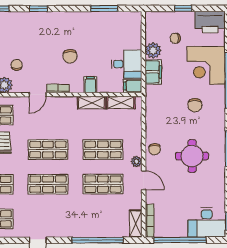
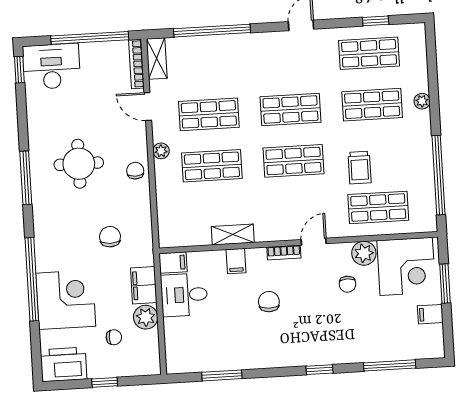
shelving: (121, 103) -> (189, 237), removed
chair: (195, 105) -> (110, 237), moved
door: (144, 180) -> (148, 106), moved

